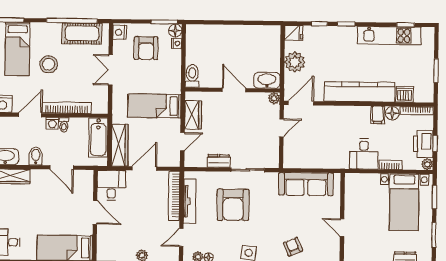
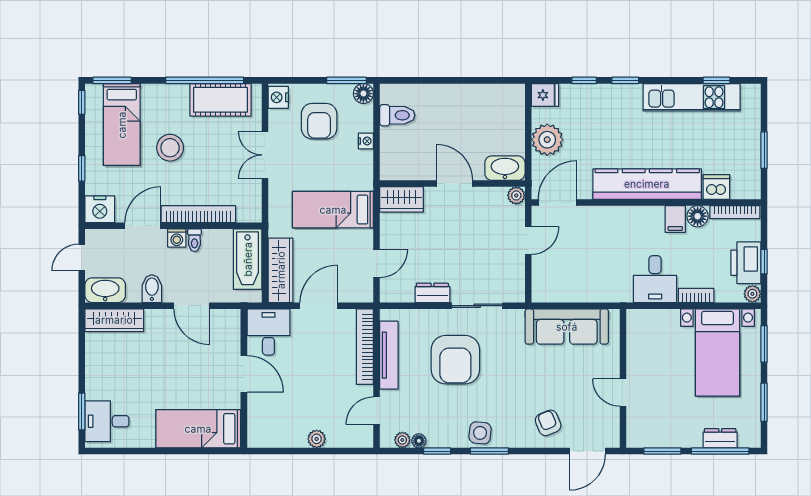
nightstand: (177, 43) -> (366, 141), moved
toilet: (192, 76) -> (397, 115), moved, turned 90
wardrobe: (193, 115) -> (402, 199), moved, turned 90

